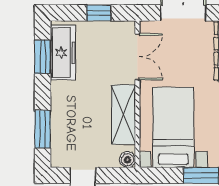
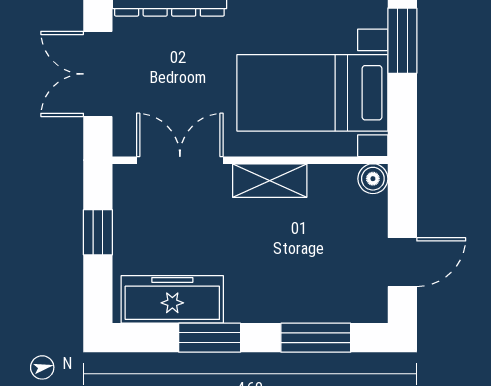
window: (43, 57) -> (210, 338), moved
shelving: (124, 115) -> (270, 181), width x0.67, depth x0.75

